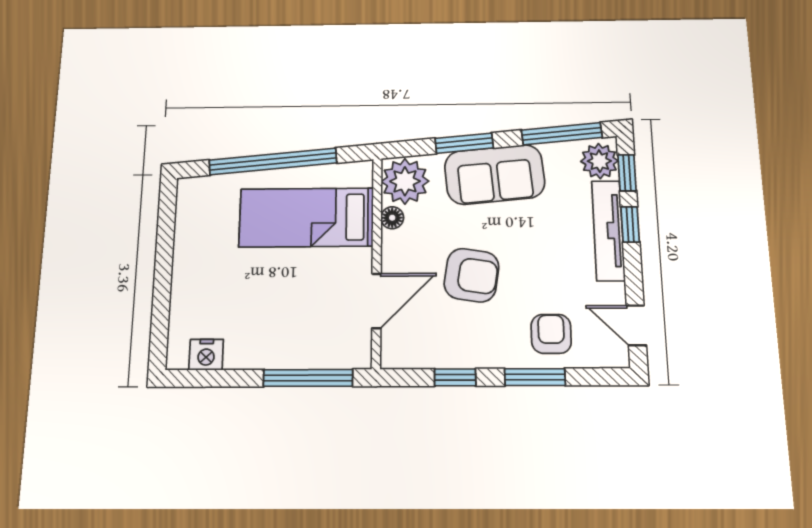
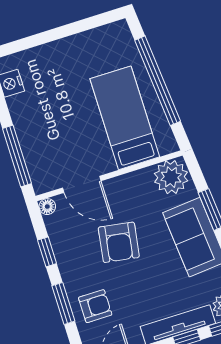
floor lamp: (392, 218) -> (47, 207), moved

